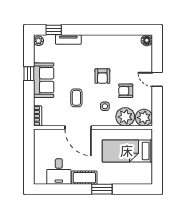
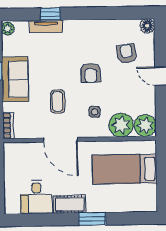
window: (54, 30) -> (50, 14), moved
armchair: (126, 91) -> (127, 54), moved, turned 81

